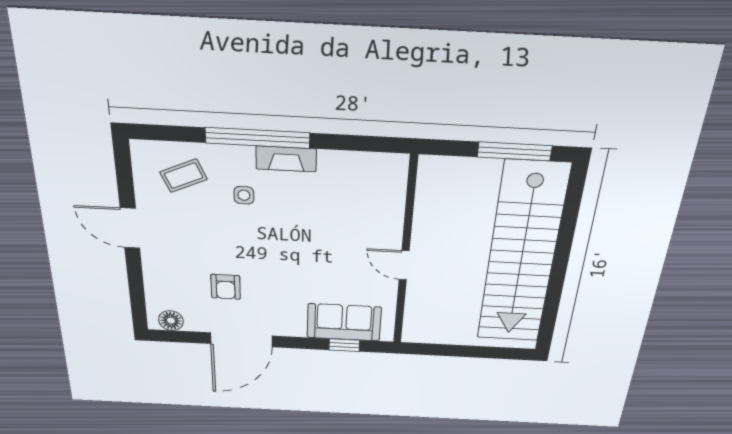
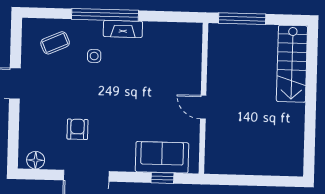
window: (515, 151) -> (242, 19), moved
stairs: (522, 255) -> (292, 64), width x0.54, depth x0.66
armchair: (226, 287) -> (77, 129), turned 180

